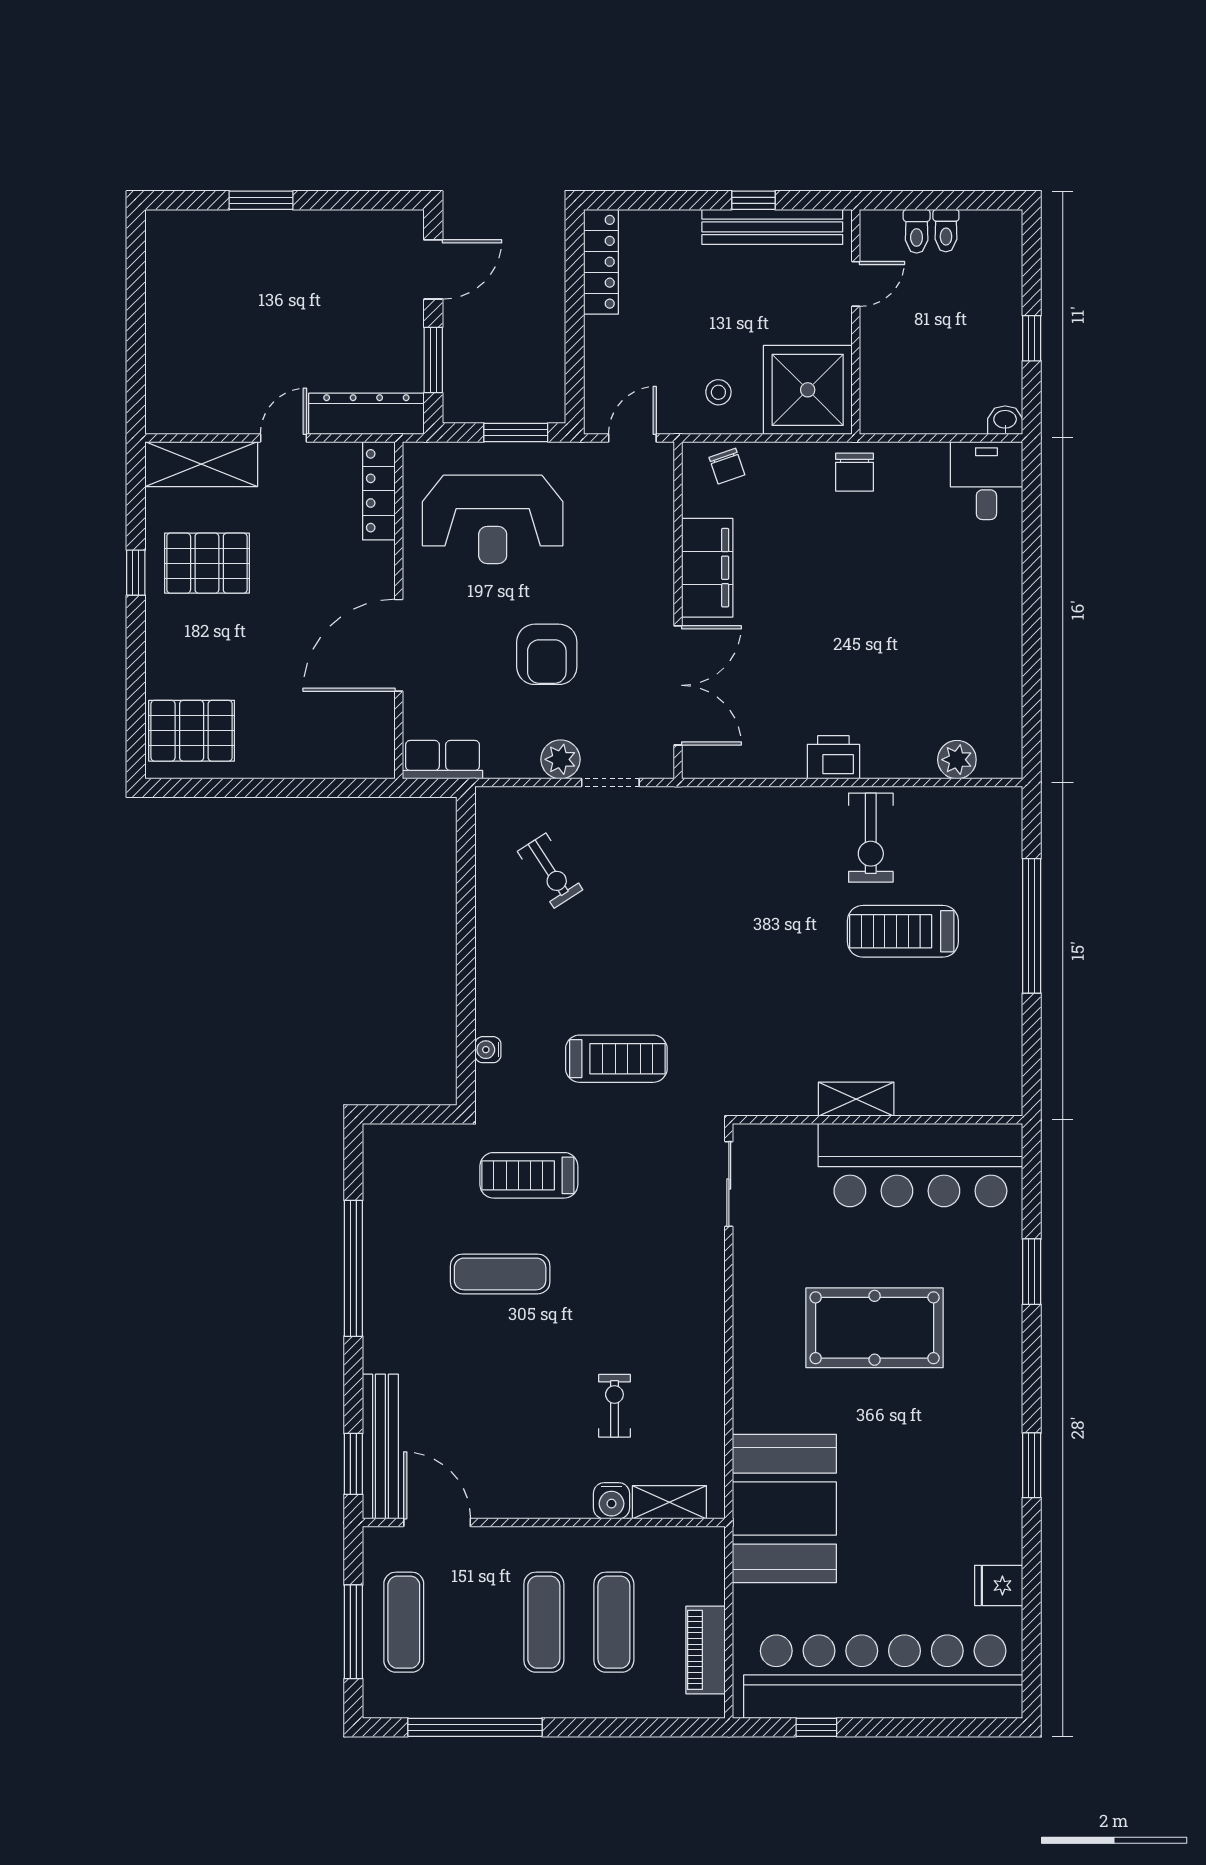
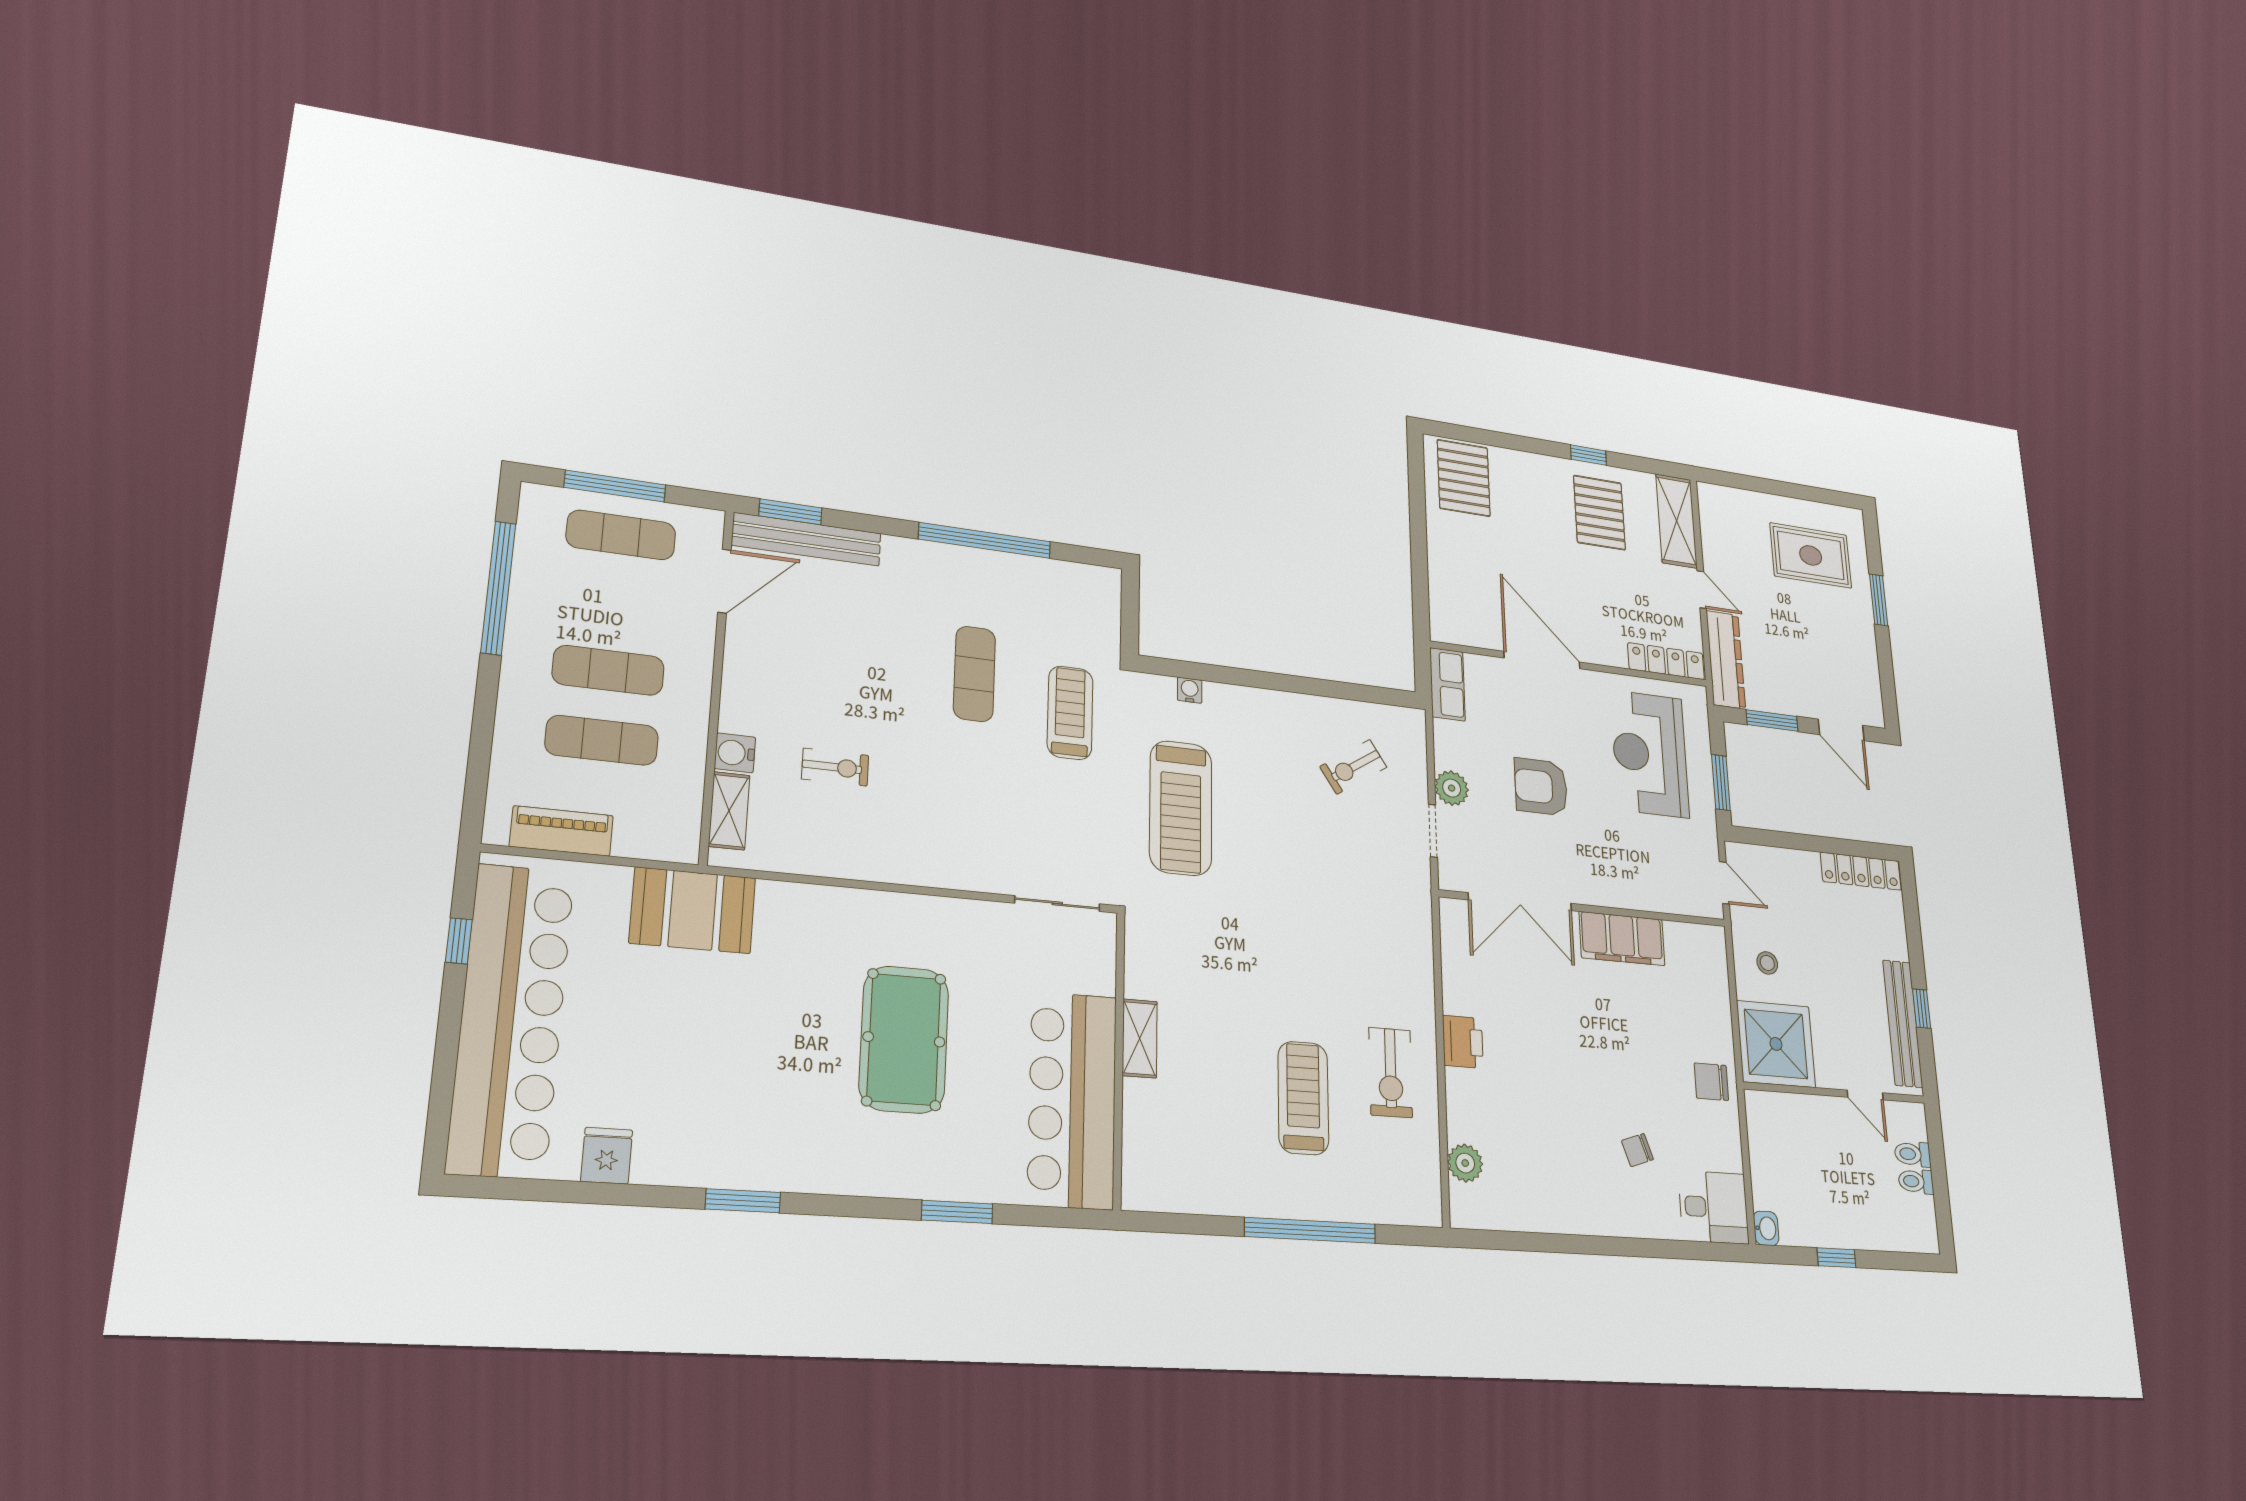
rug: (217, 288) -> (1811, 555), added
chair: (727, 466) -> (1637, 1150), moved
exercise bike: (871, 838) -> (1391, 1072), turned -90
treadmill: (616, 1059) -> (1181, 808), width x1.37, depth x1.38
booth: (784, 1509) -> (693, 910), width x0.73, depth x0.70

